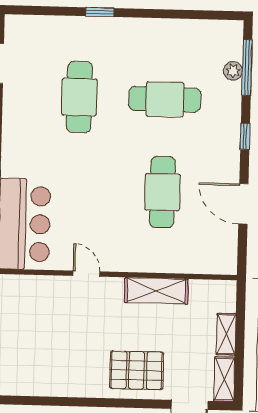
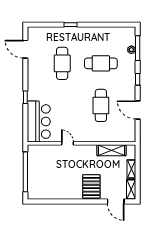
shelving: (156, 291) -> (111, 150), moved
pallet: (137, 370) -> (91, 186), turned 90

